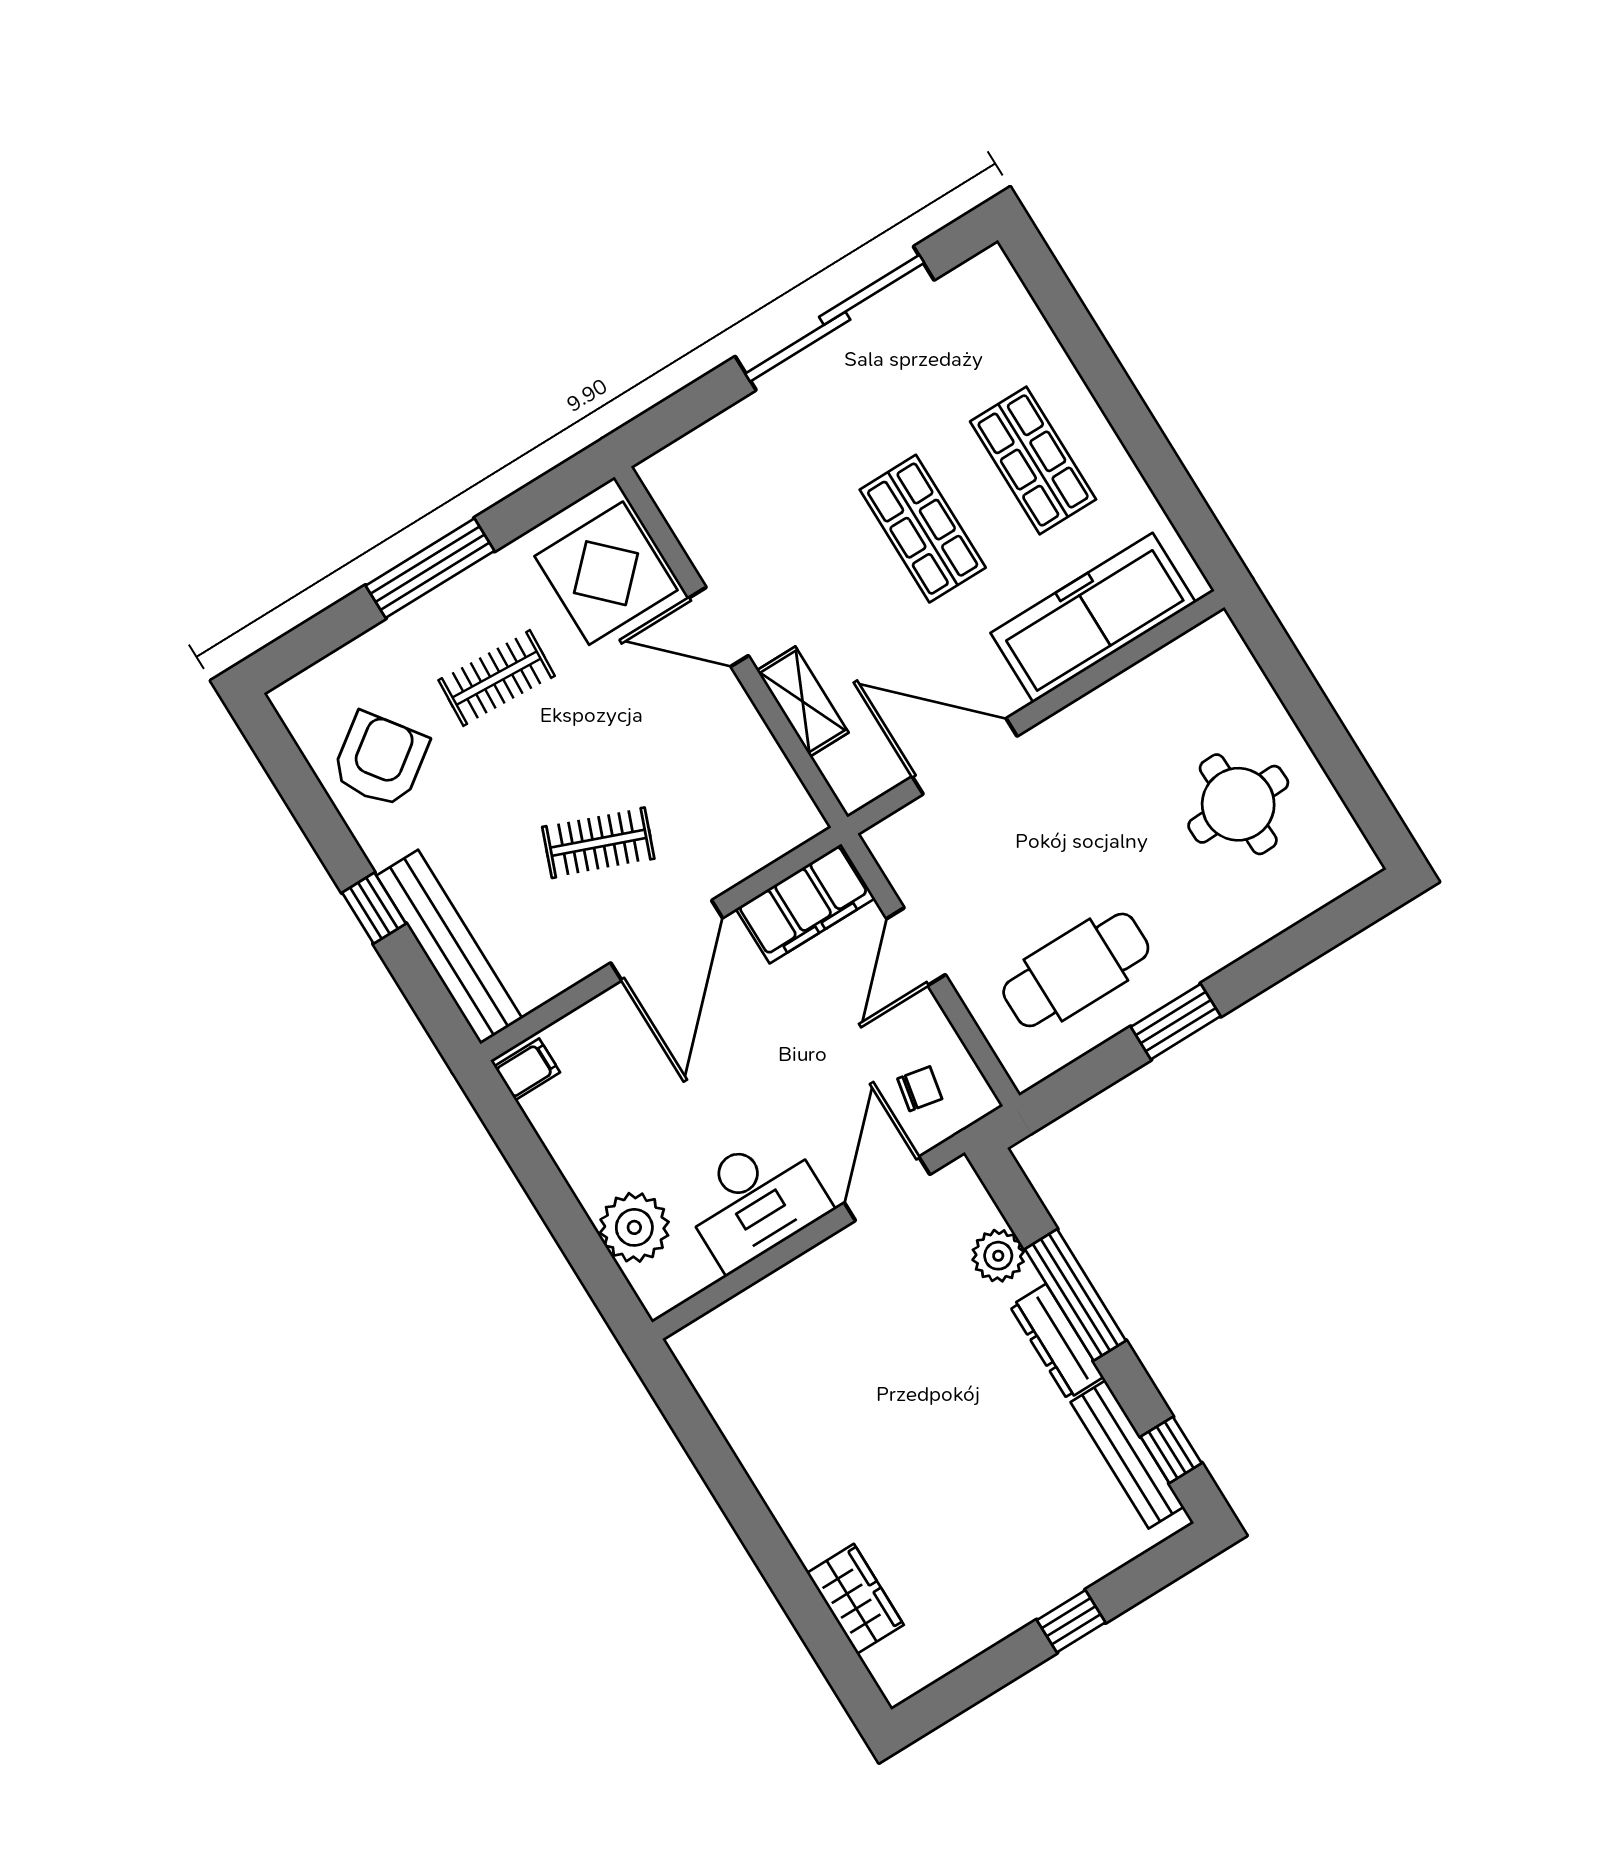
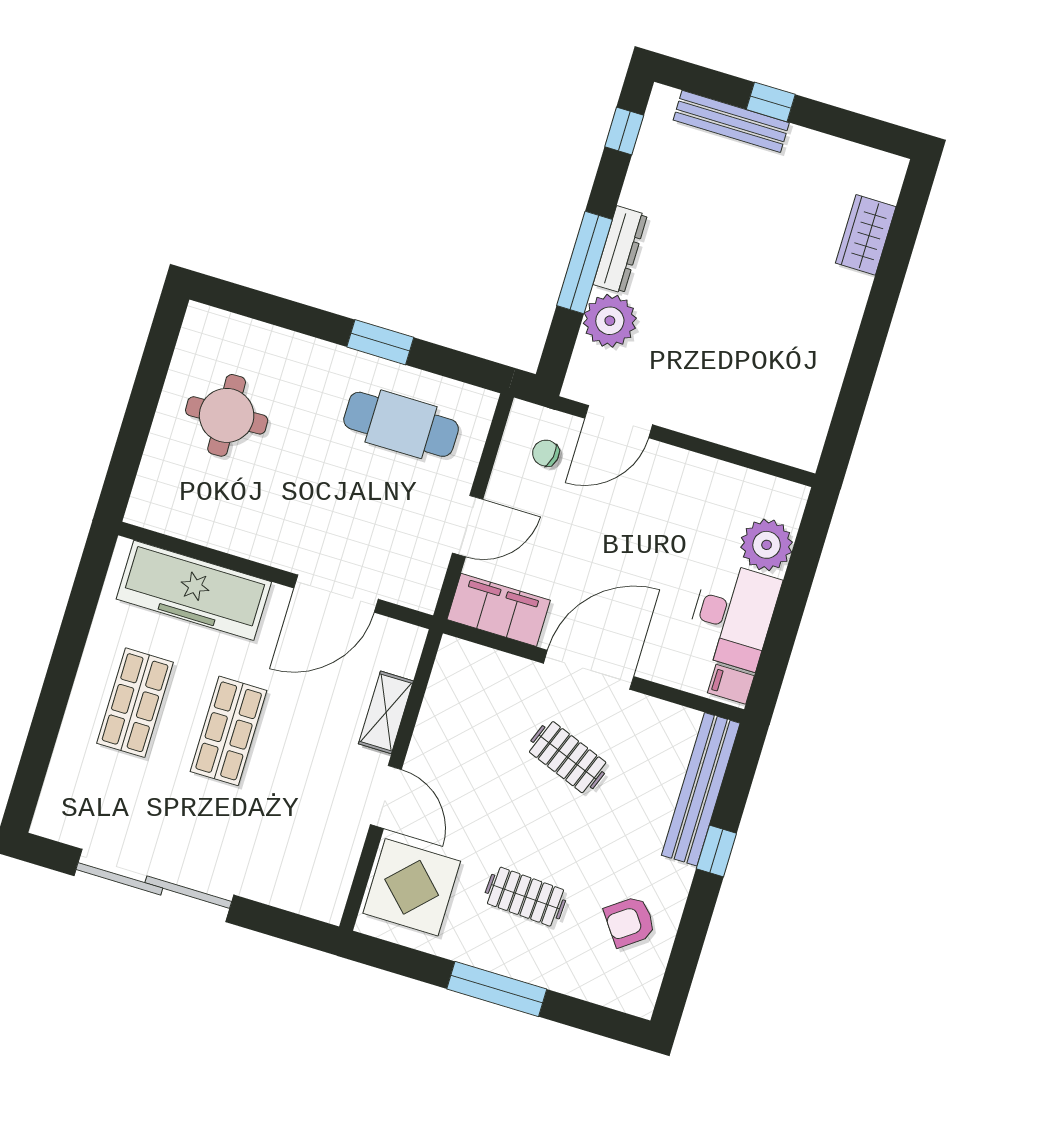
door: (965, 756) -> (336, 594), hinge flipped
armchair: (380, 760) -> (630, 922), width x0.72, depth x0.72
desk: (755, 1200) -> (733, 616), moved, turned 90
plant: (998, 1256) -> (610, 321), width x1.36, depth x1.36
bench: (1127, 1454) -> (731, 121), moved, turned 90

